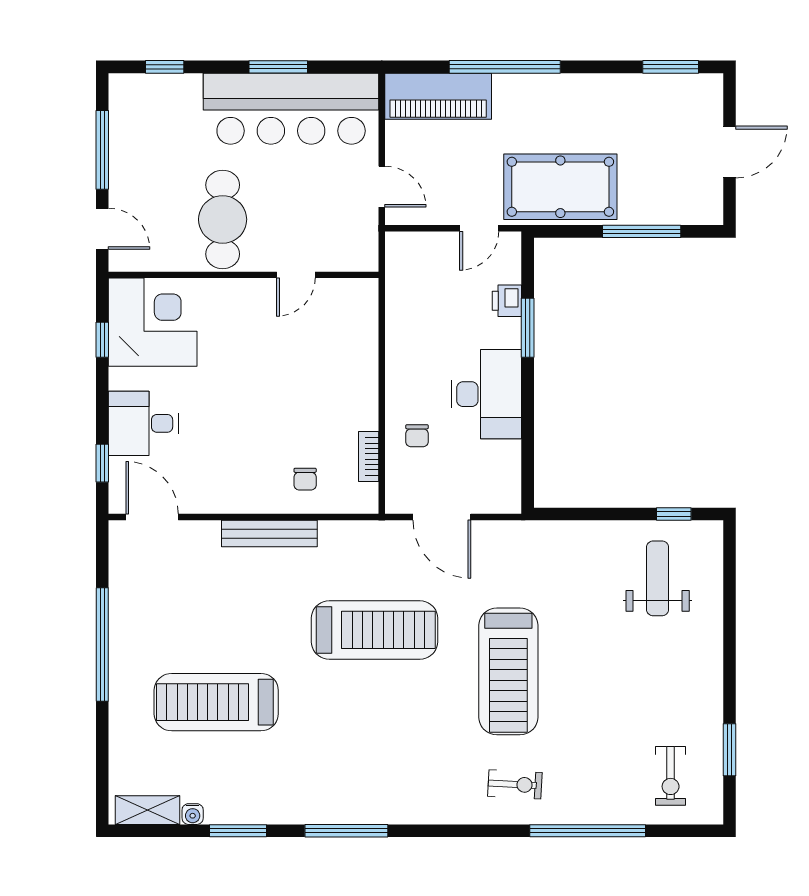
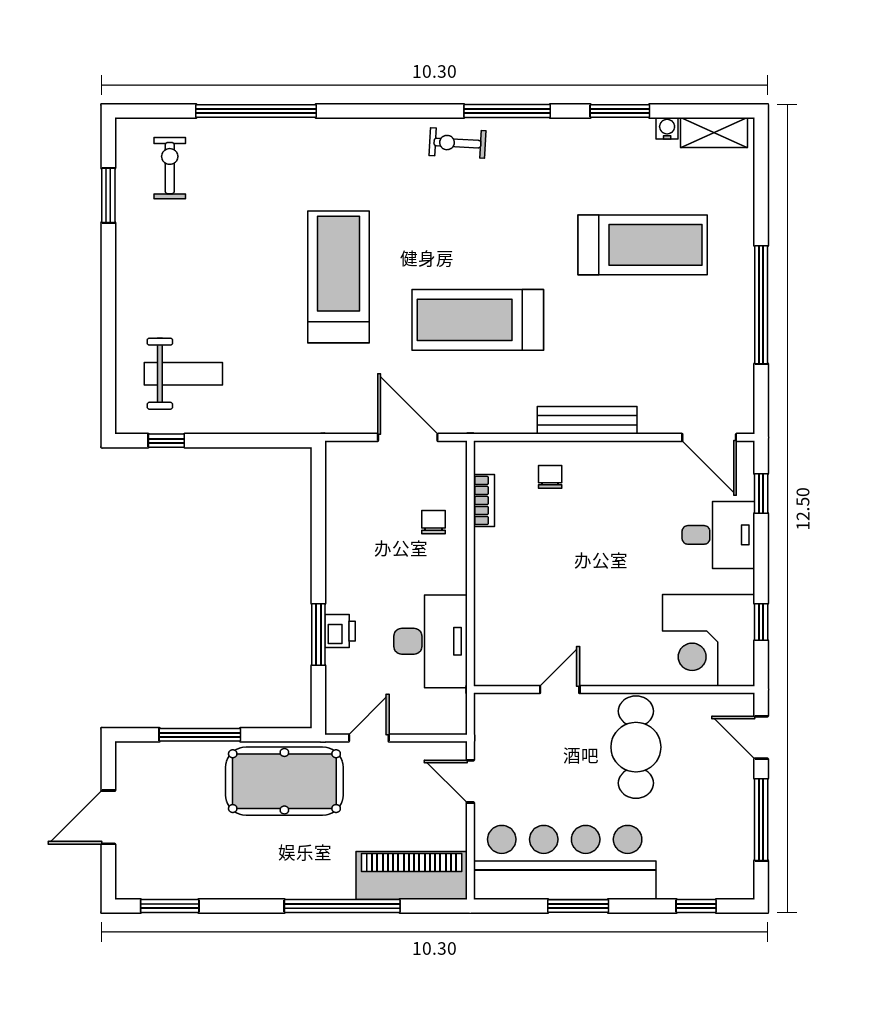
printer: (507, 301) -> (340, 631), moved
desk: (486, 394) -> (431, 641), moved, turned 180
weight bench: (658, 578) -> (183, 374), turned -90
exercise bike: (515, 784) -> (457, 143), moved

